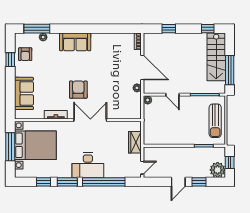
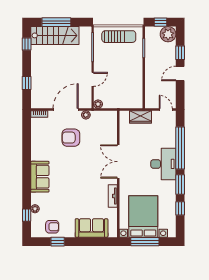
window: (37, 29) -> (27, 215), width x0.46
window: (230, 70) -> (56, 22), moved
armchair: (78, 90) -> (71, 138), moved
door: (178, 182) -> (180, 73), swing flipped

